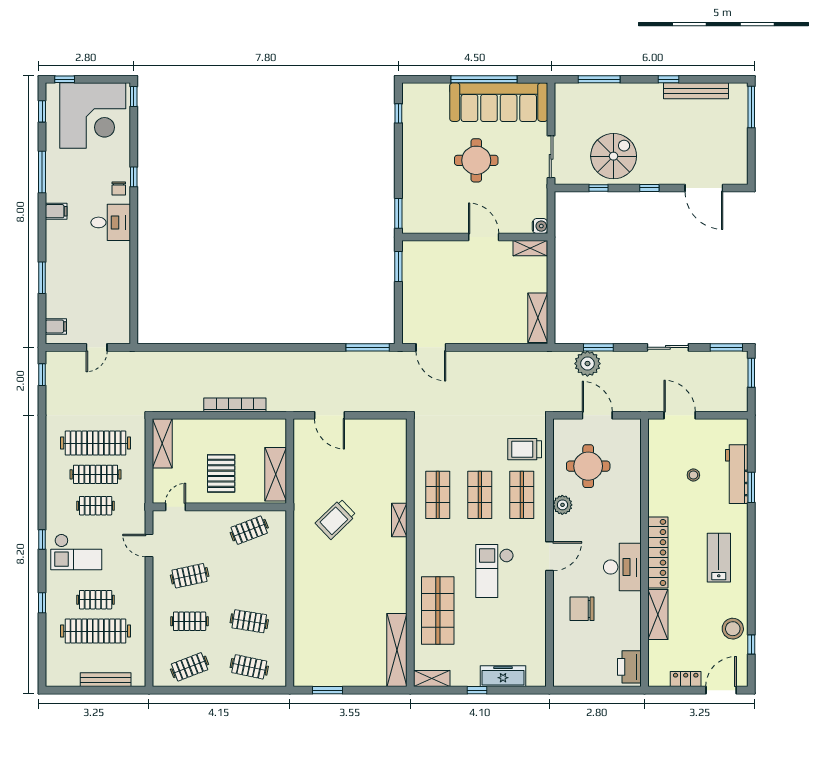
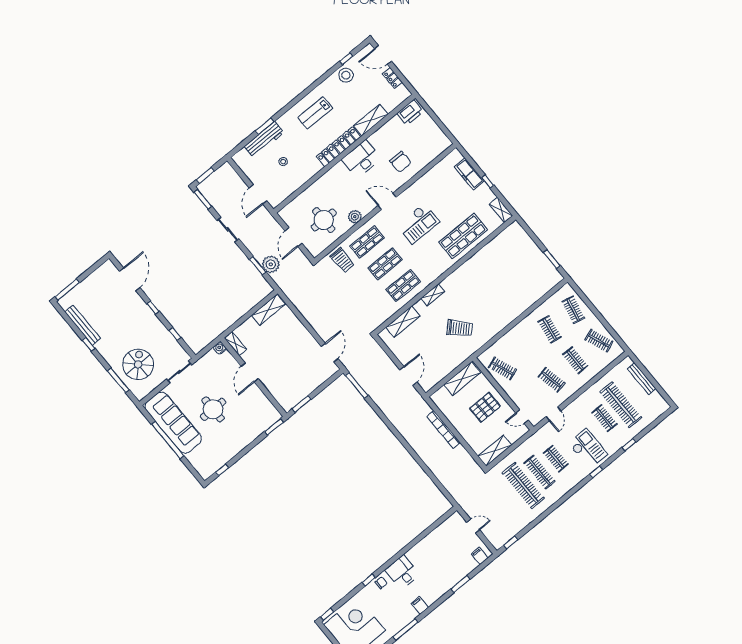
spiral stairs: (614, 156) -> (138, 364), moved, turned 90
shelving: (397, 650) -> (403, 322), moved, width x0.68

